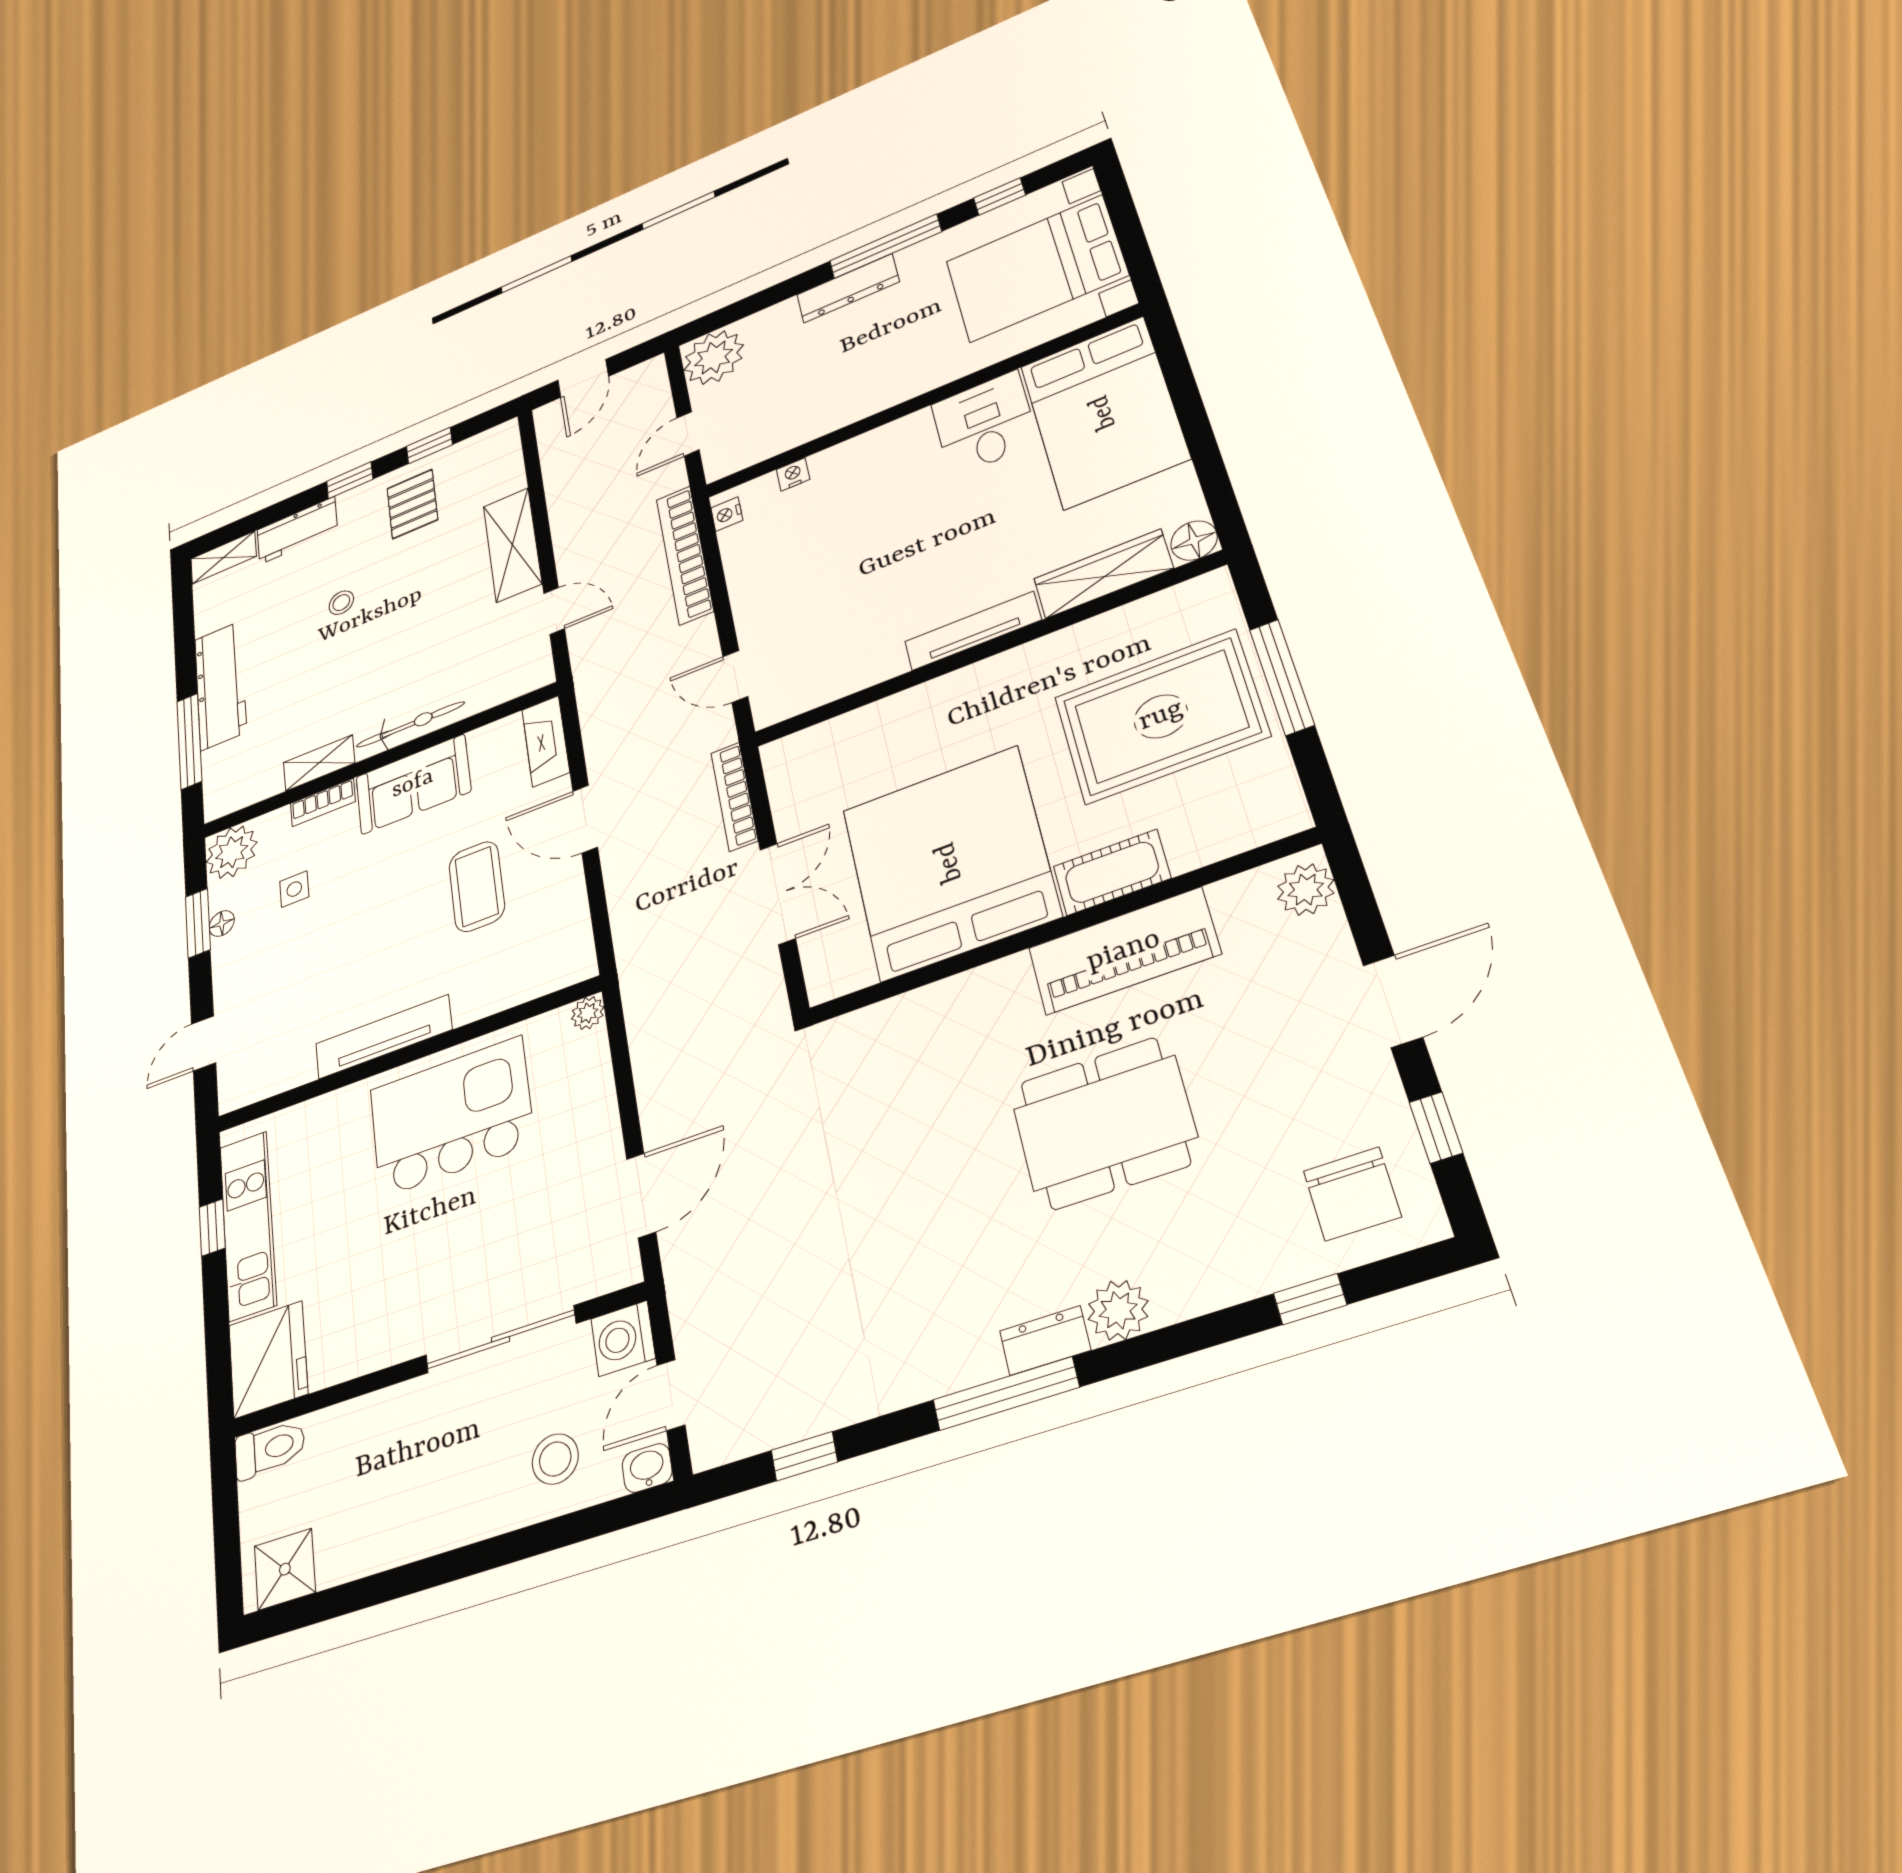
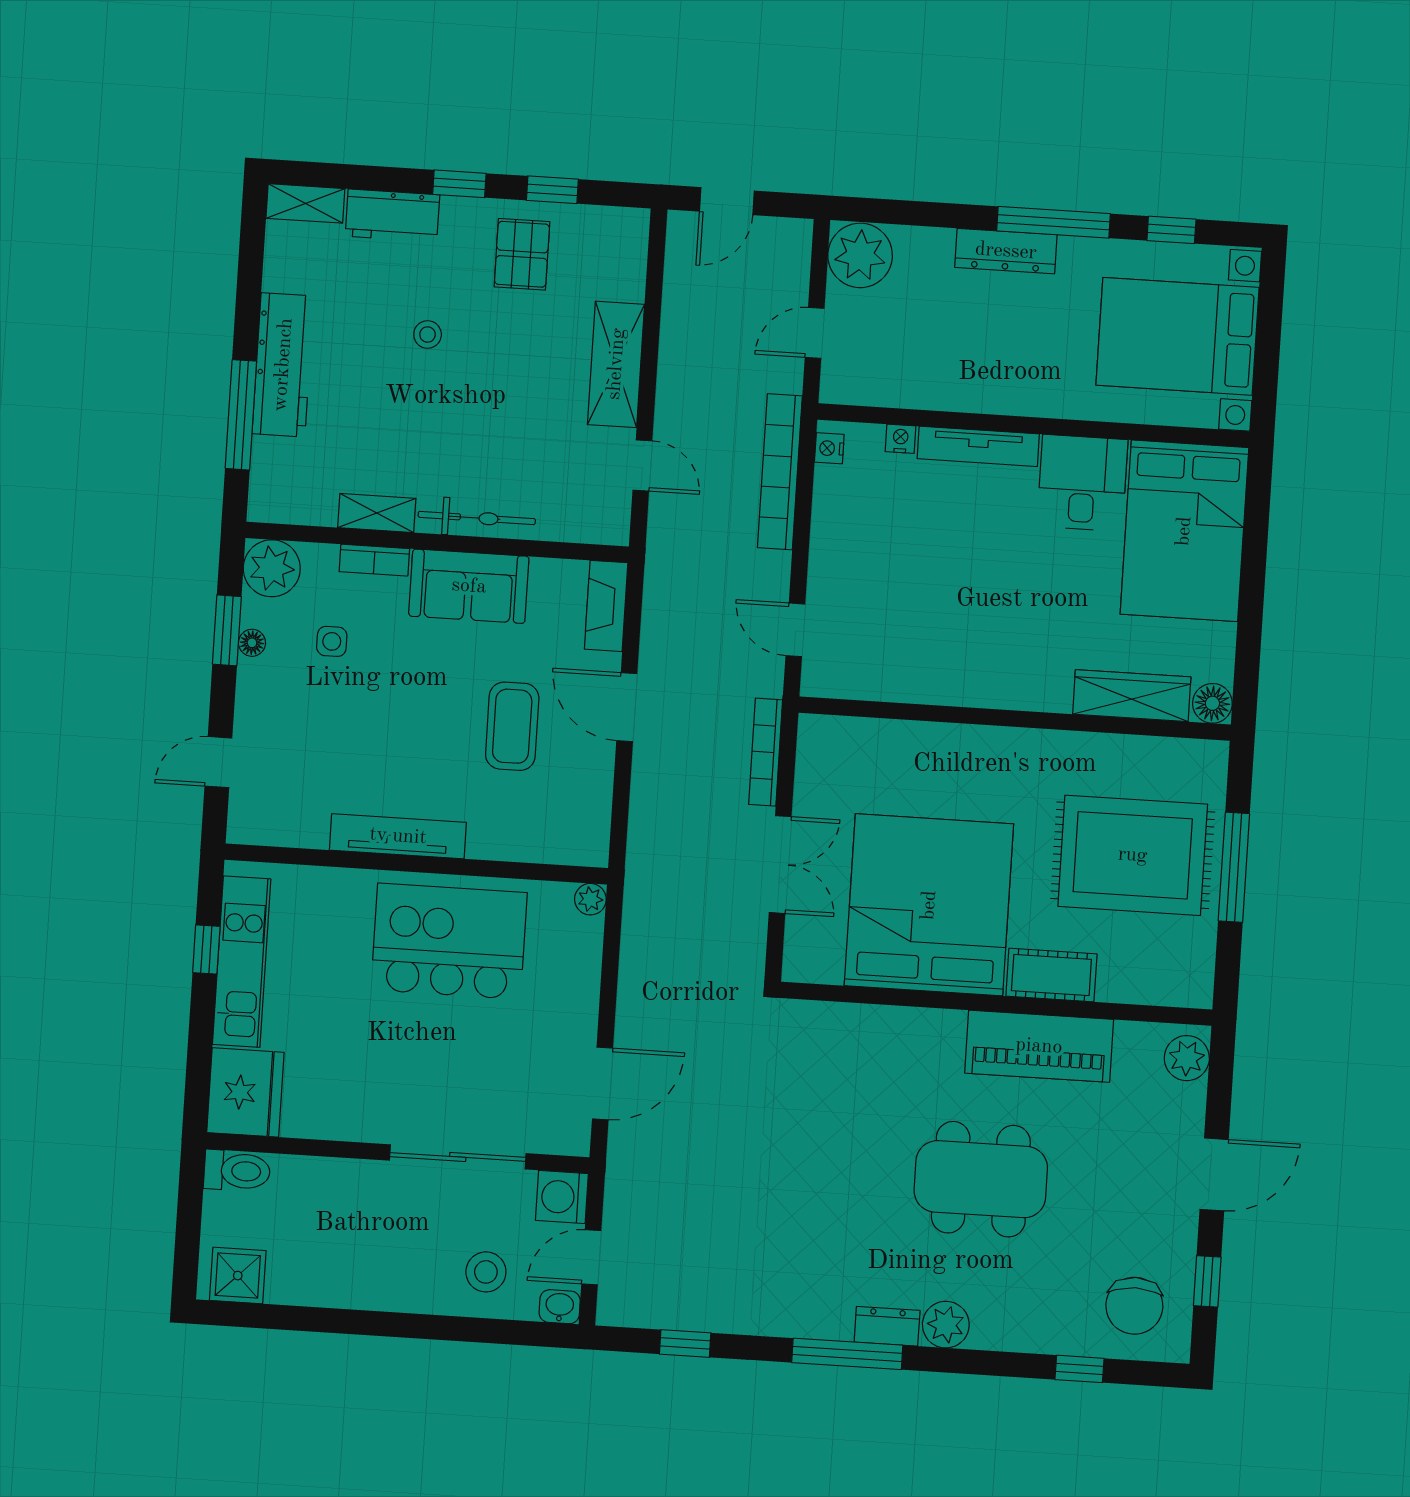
tv unit: (973, 631) -> (978, 446), moved, turned 180

